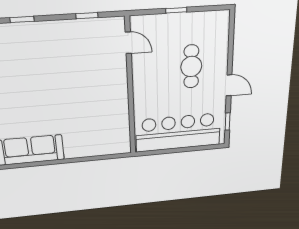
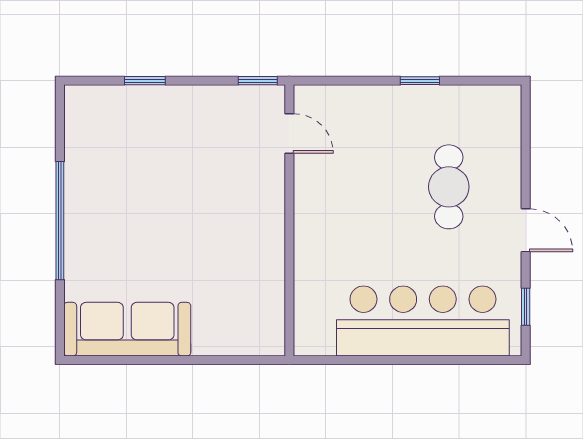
door: (128, 43) -> (289, 133), moved
wall: (130, 88) -> (289, 220), moved

